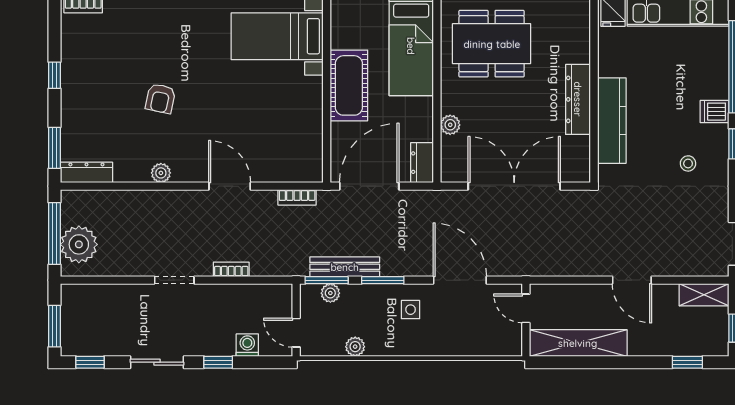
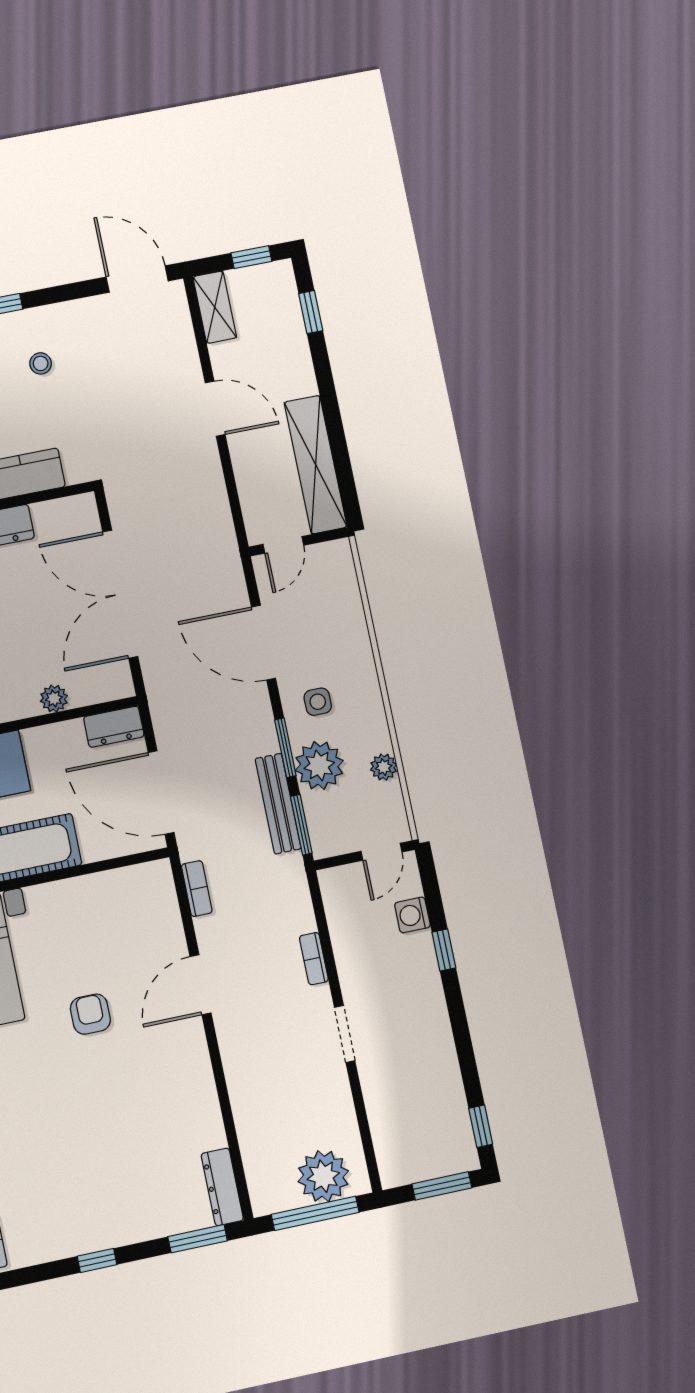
armchair: (160, 98) -> (90, 1014), moved, turned -102
plant: (161, 173) -> (202, 1084), removed
door: (460, 280) -> (264, 643), hinge flipped
door: (632, 280) -> (215, 409), hinge flipped
plant: (330, 293) -> (319, 765), moved, width x1.87, depth x1.87
sliding door: (157, 362) -> (461, 1034), removed

